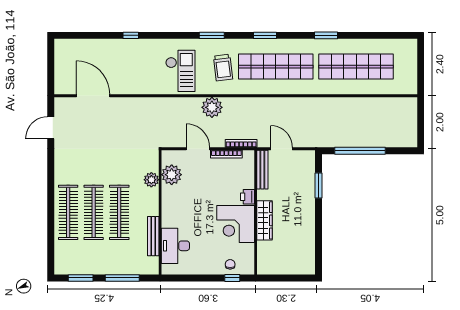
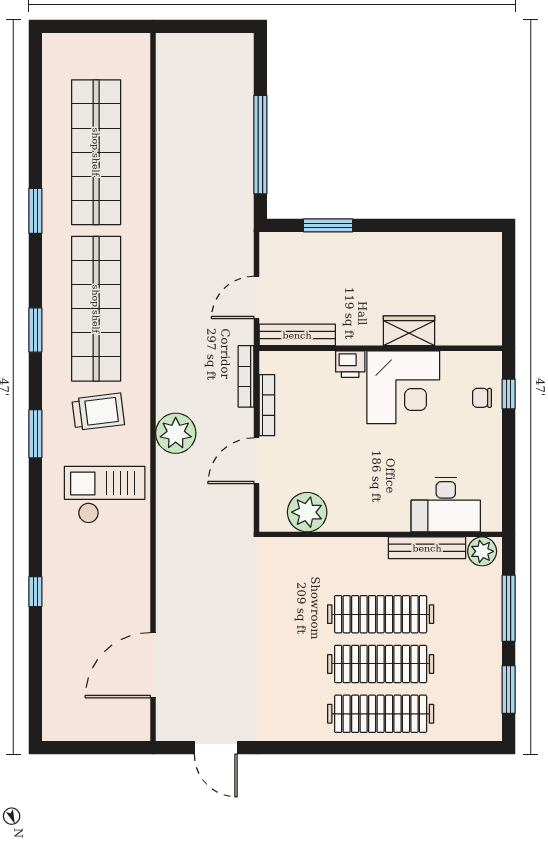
plant: (151, 180) -> (482, 551), moved
wardrobe: (265, 220) -> (409, 331), width x0.67

